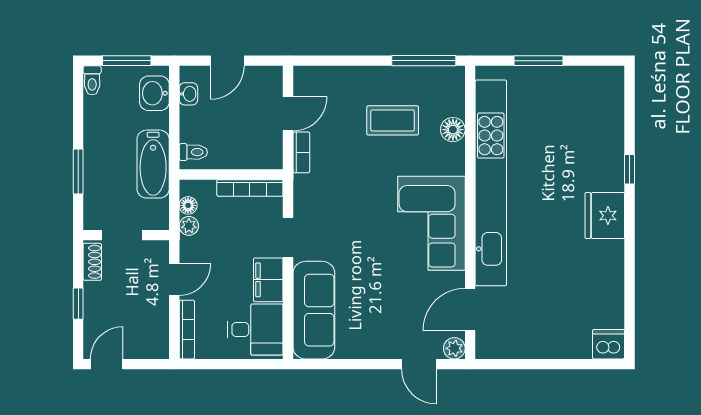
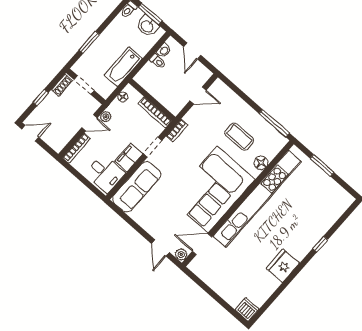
door: (227, 61) -> (192, 51), hinge flipped
washbasin: (154, 93) -> (147, 26), moved, turned -90
toilet: (193, 152) -> (158, 61), moved
bookcase: (301, 152) -> (177, 130), moved
fridge: (605, 216) -> (283, 266), moved
corner sofa: (431, 223) -> (213, 189), width x1.36, depth x1.36
plant: (189, 226) -> (106, 117), moved

